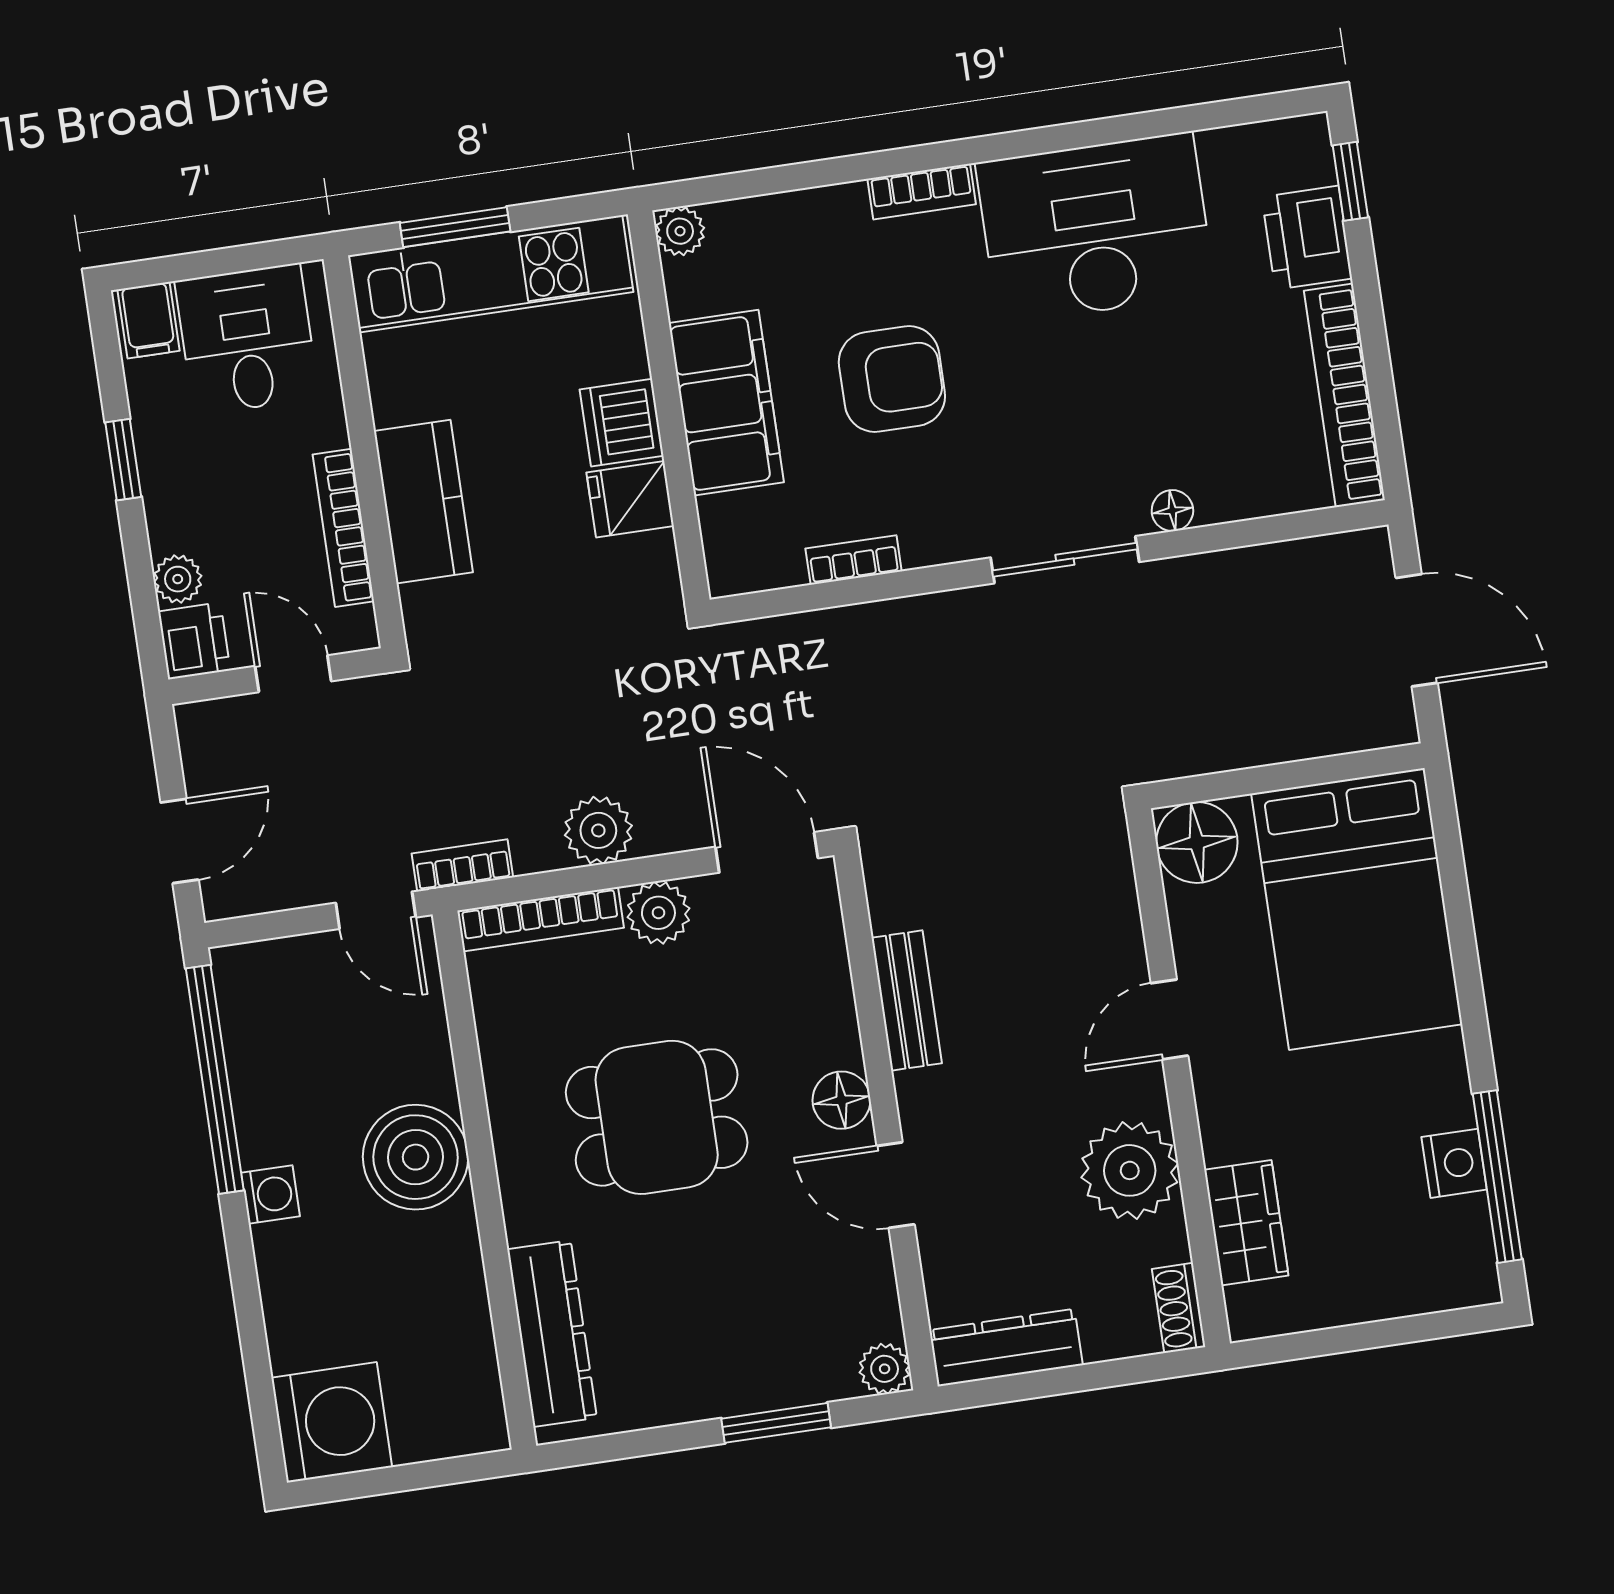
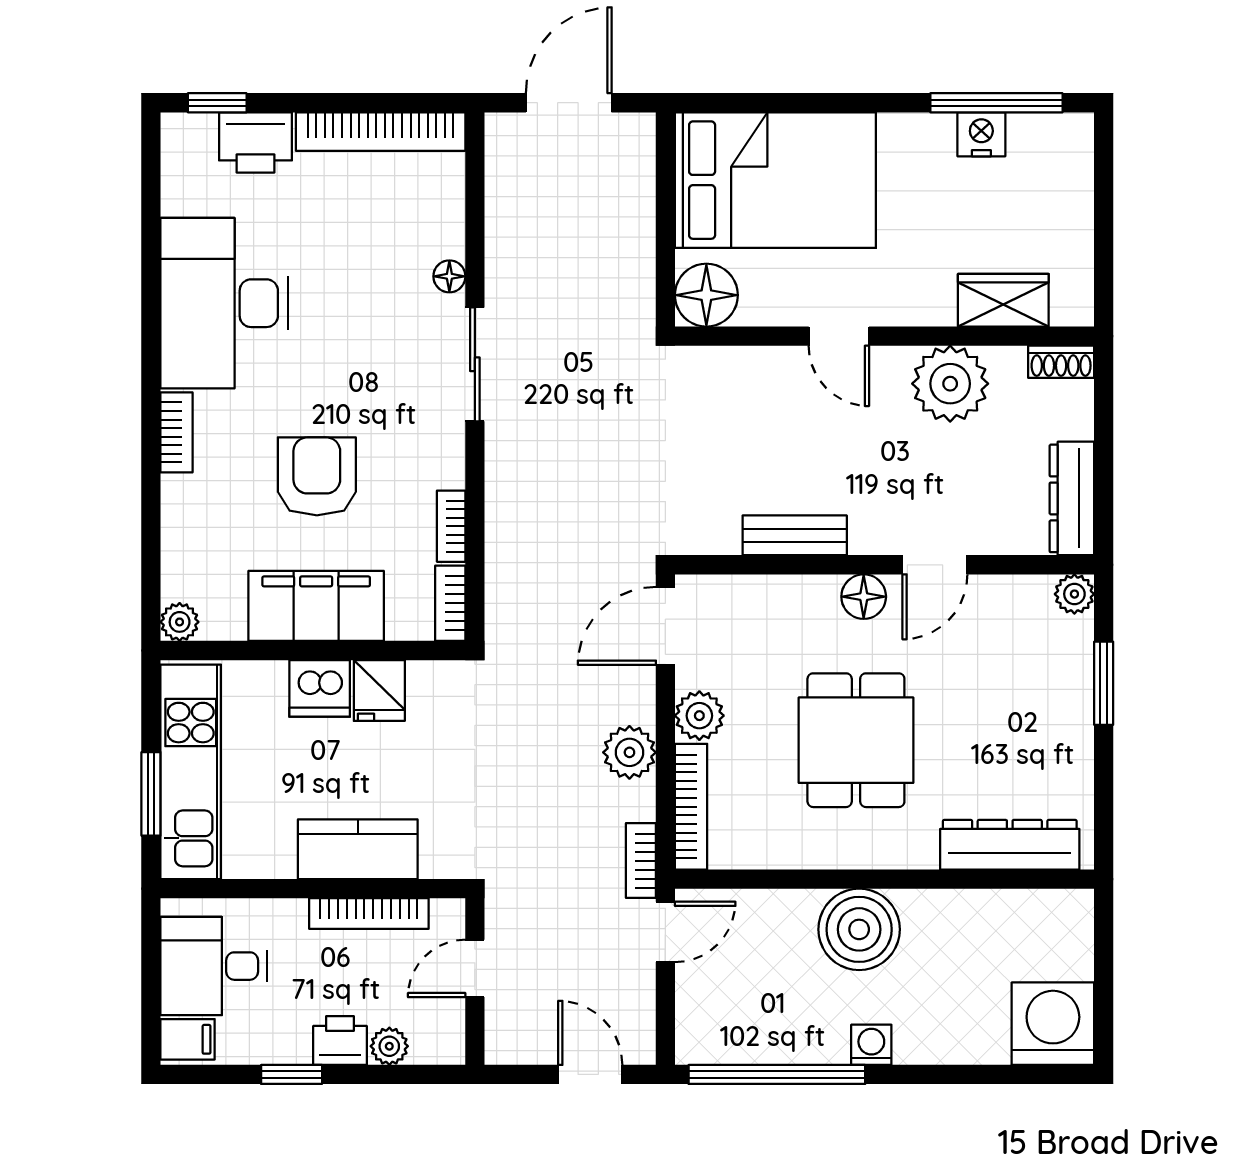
bookcase: (755, 573) -> (450, 603), added
printer: (194, 641) -> (340, 1041), moved

